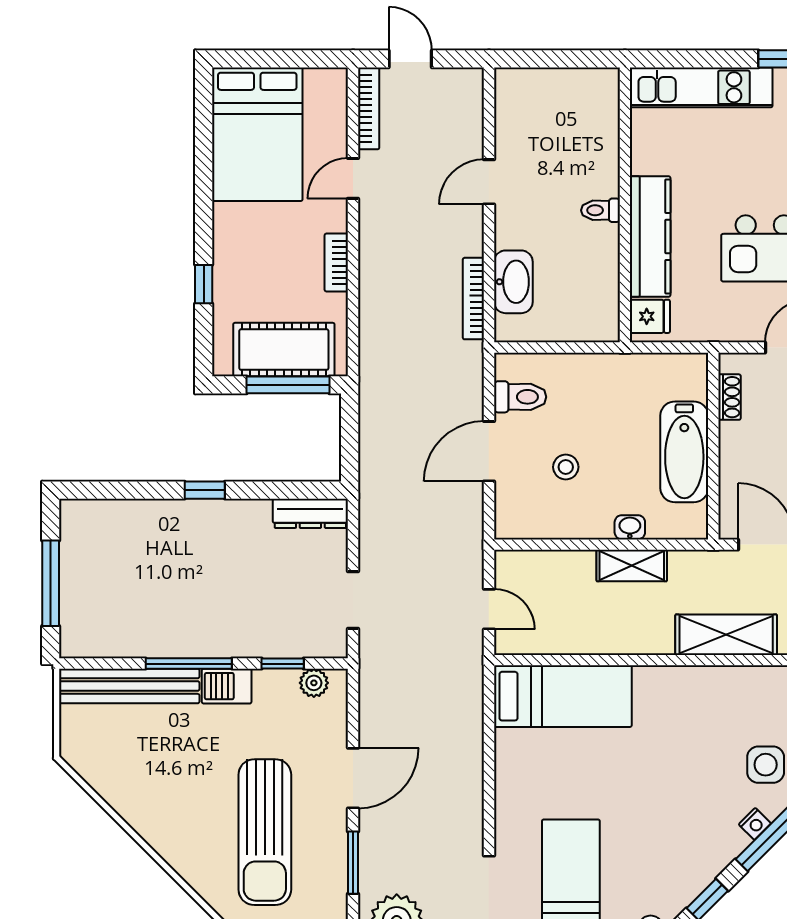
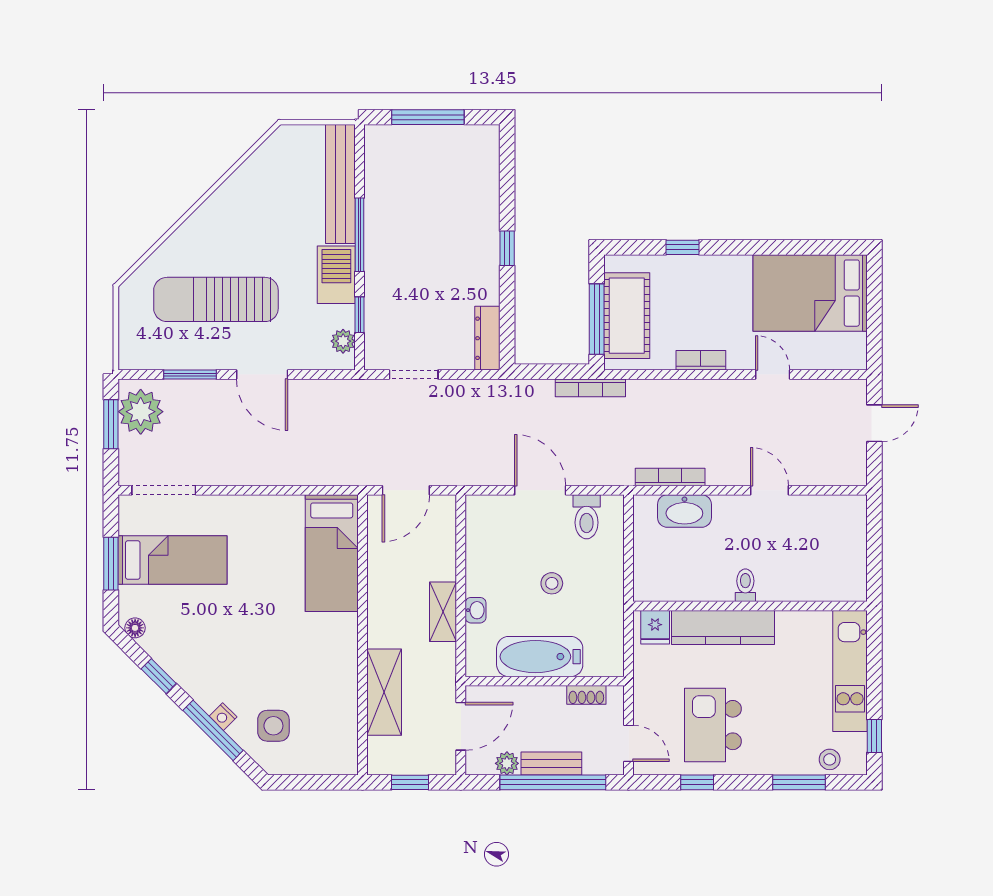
bookcase: (369, 108) -> (590, 388), moved
stool: (566, 467) -> (552, 583), moved
door: (489, 609) -> (406, 490), width x1.38
barbecue: (227, 686) -> (336, 275), width x1.38, depth x1.27

